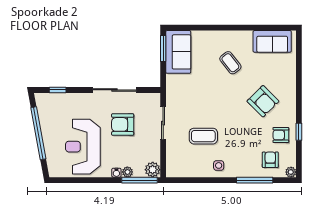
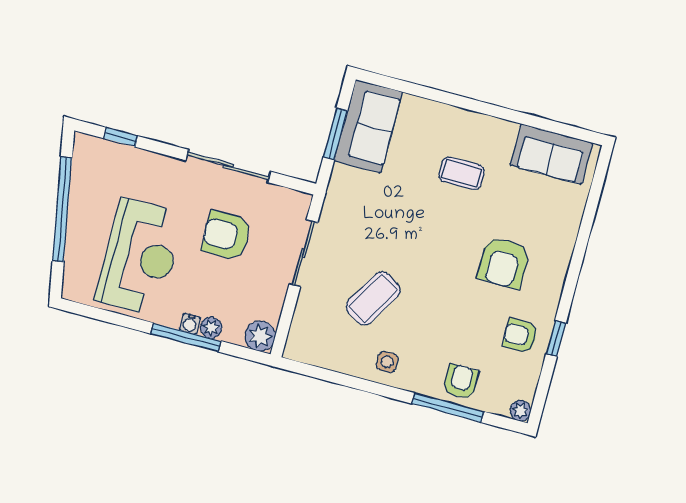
window: (163, 48) -> (335, 134), moved
coffee table: (230, 63) -> (461, 173), turned -52
armchair: (263, 101) -> (504, 263), turned 45
coffee table: (203, 136) -> (373, 298), turned -59
reception desk: (83, 147) -> (140, 257), turned 180
armchair: (270, 160) -> (461, 382), moved
window: (140, 180) -> (186, 337), moved

